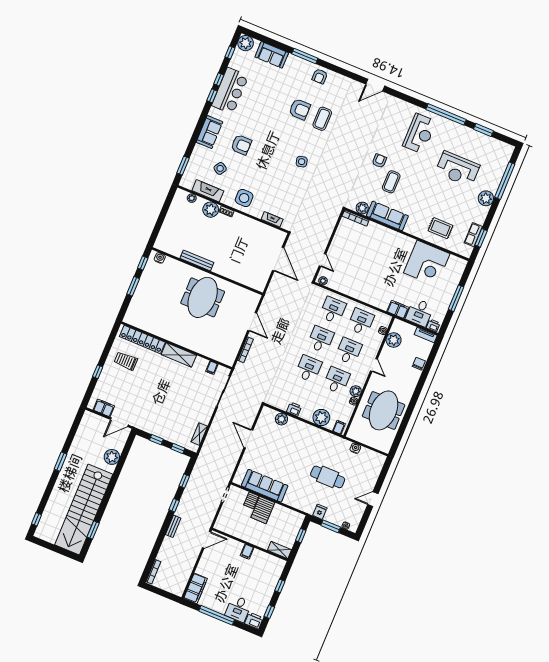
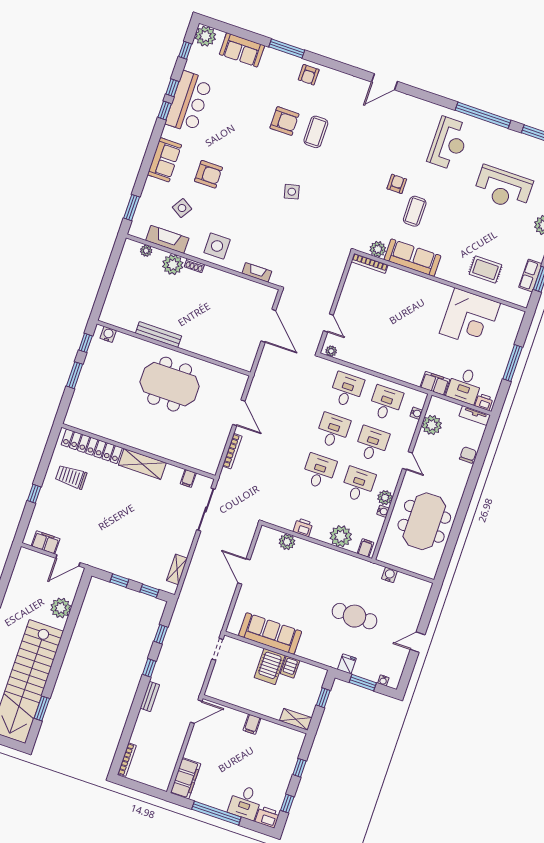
meeting table: (203, 297) -> (170, 384), turned 90
server rack: (251, 500) -> (290, 667), moved

